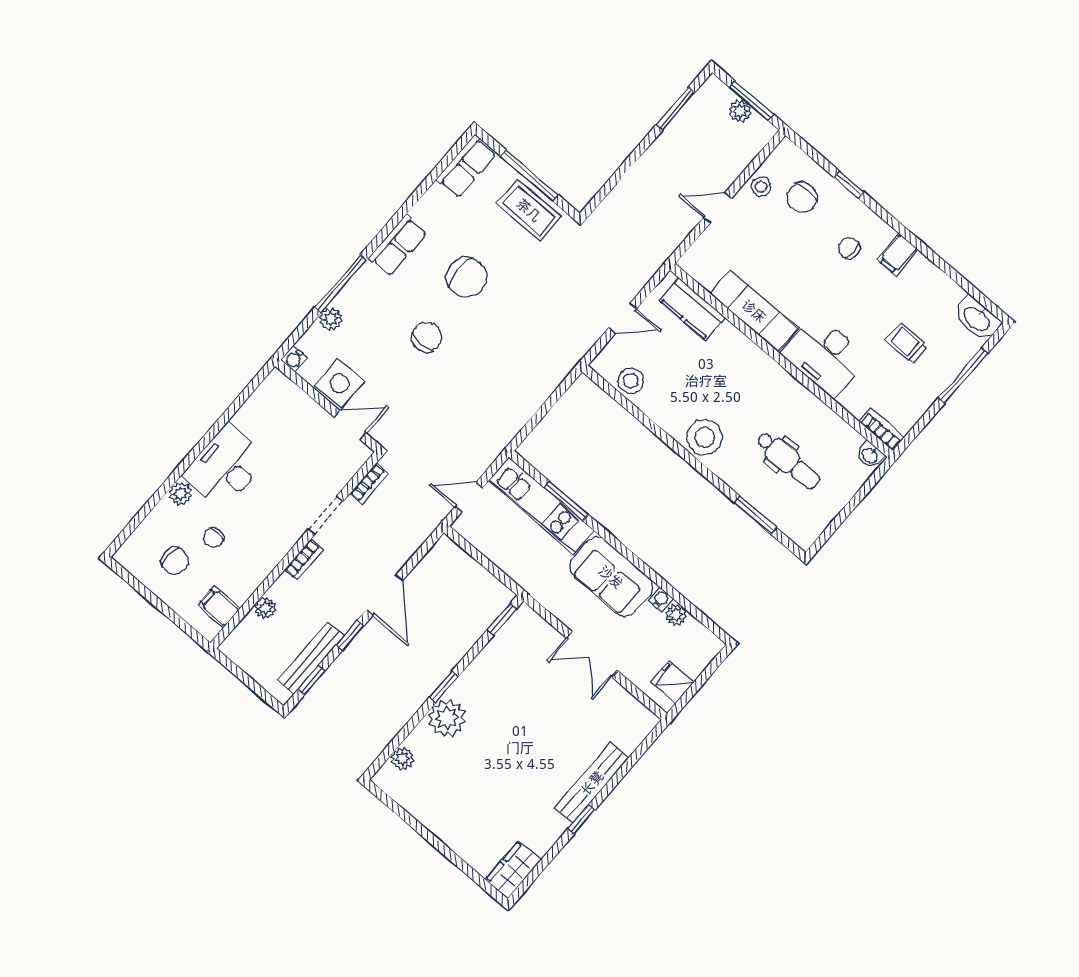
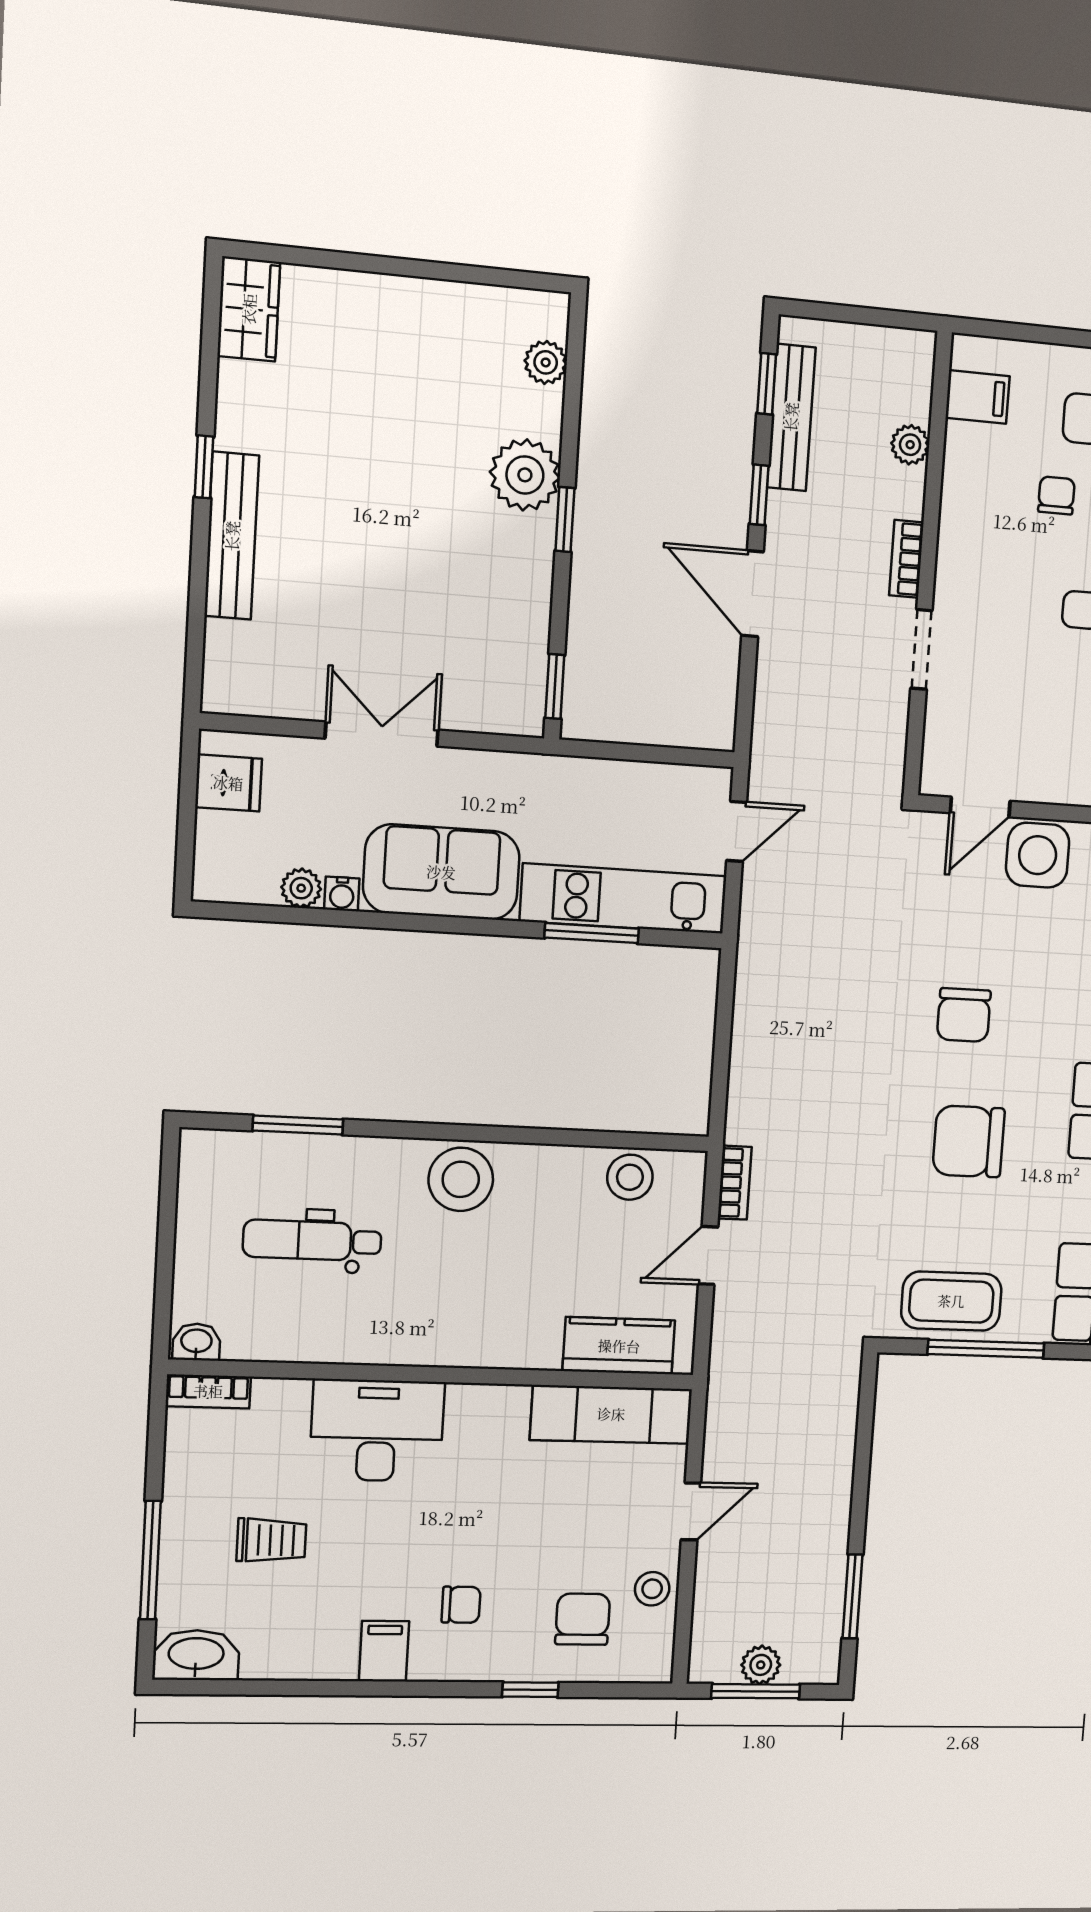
exam couch: (754, 311) -> (611, 1414), moved
bookcase: (369, 484) -> (735, 1183), moved, turned 180

